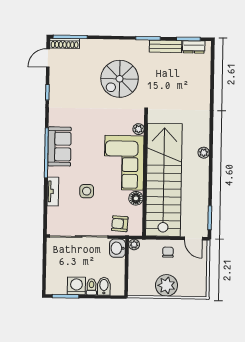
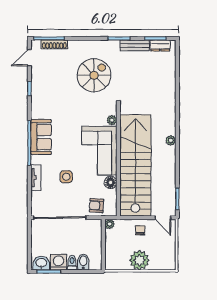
shoe rack: (65, 43) -> (54, 44), moved
spiral stairs: (120, 79) -> (94, 75), turned 180
washbasin: (117, 248) -> (41, 263), moved, turned 90

